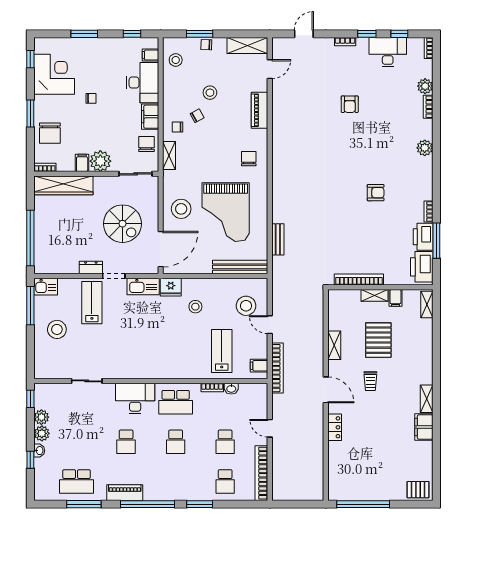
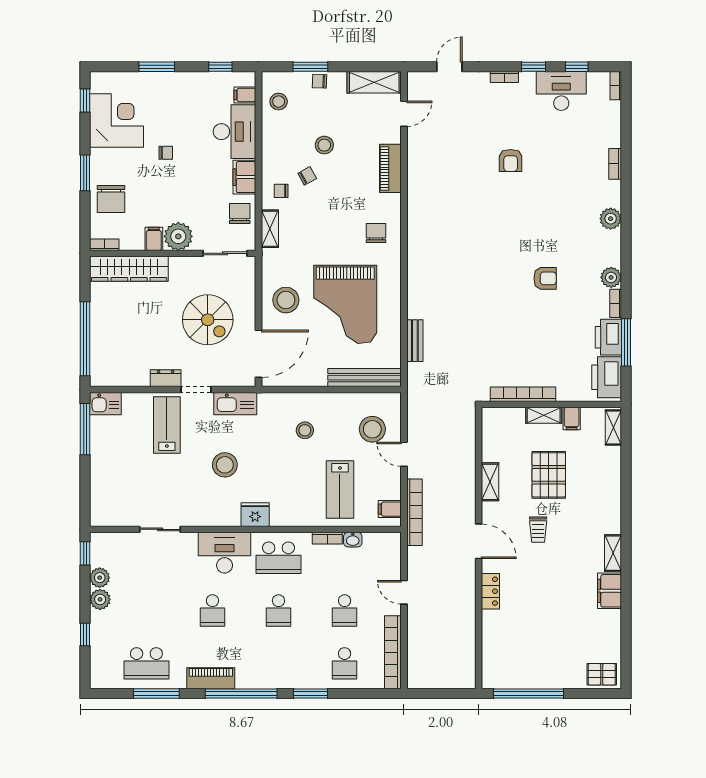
plant: (425, 86) -> (611, 277), moved
fridge: (171, 287) -> (255, 515), moved, turned 180
stool: (57, 329) -> (225, 465), moved
lab bench: (222, 351) -> (340, 489), turned 180
washbasin: (39, 451) -> (97, 622), removed

